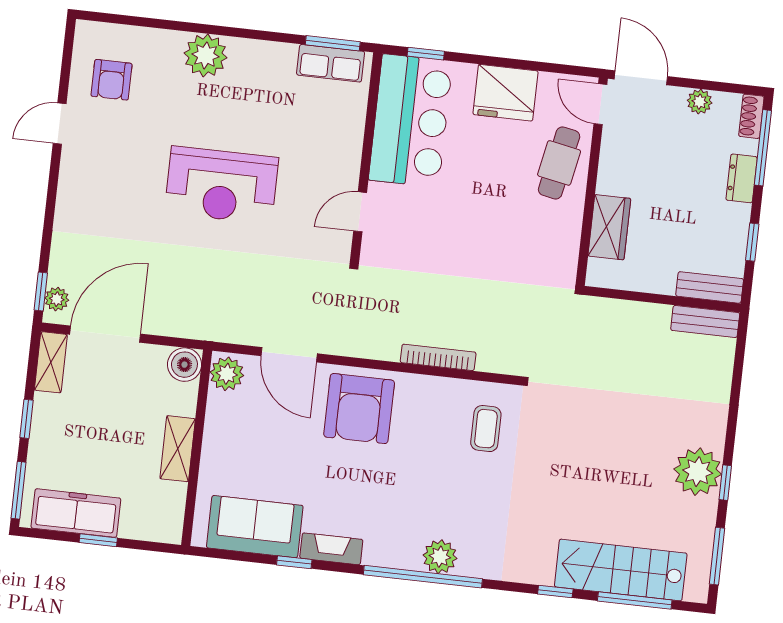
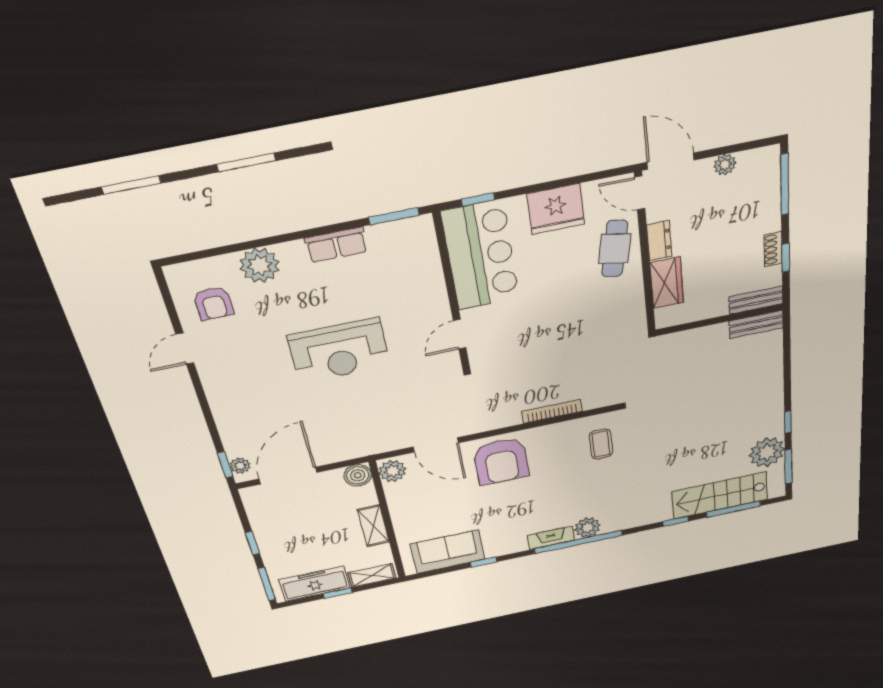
plant: (206, 55) -> (260, 265), moved
row of seats: (331, 63) -> (336, 245), moved
shoe rack: (751, 116) -> (773, 249), moved
dresser: (742, 178) -> (659, 241), moved, turned 180
shelving: (51, 362) -> (372, 575), moved, turned 90
plant: (698, 472) -> (767, 452), moved
fireplace: (331, 549) -> (551, 538), moved

